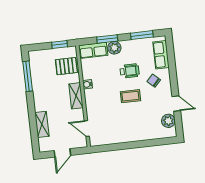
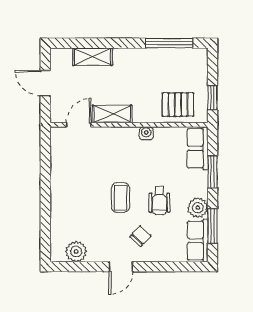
plant: (114, 48) -> (198, 208), moved
row of seats: (161, 55) -> (198, 241), moved, turned -90
pallet: (66, 66) -> (178, 105), turned 90
shelving: (76, 96) -> (112, 114), moved
door: (176, 103) -> (121, 267), moved

